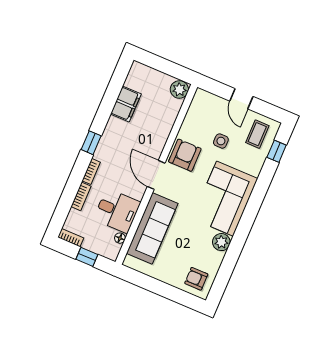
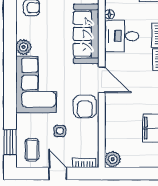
bookcase: (210, 98) -> (84, 163), added
window: (277, 151) -> (10, 142), width x1.50

